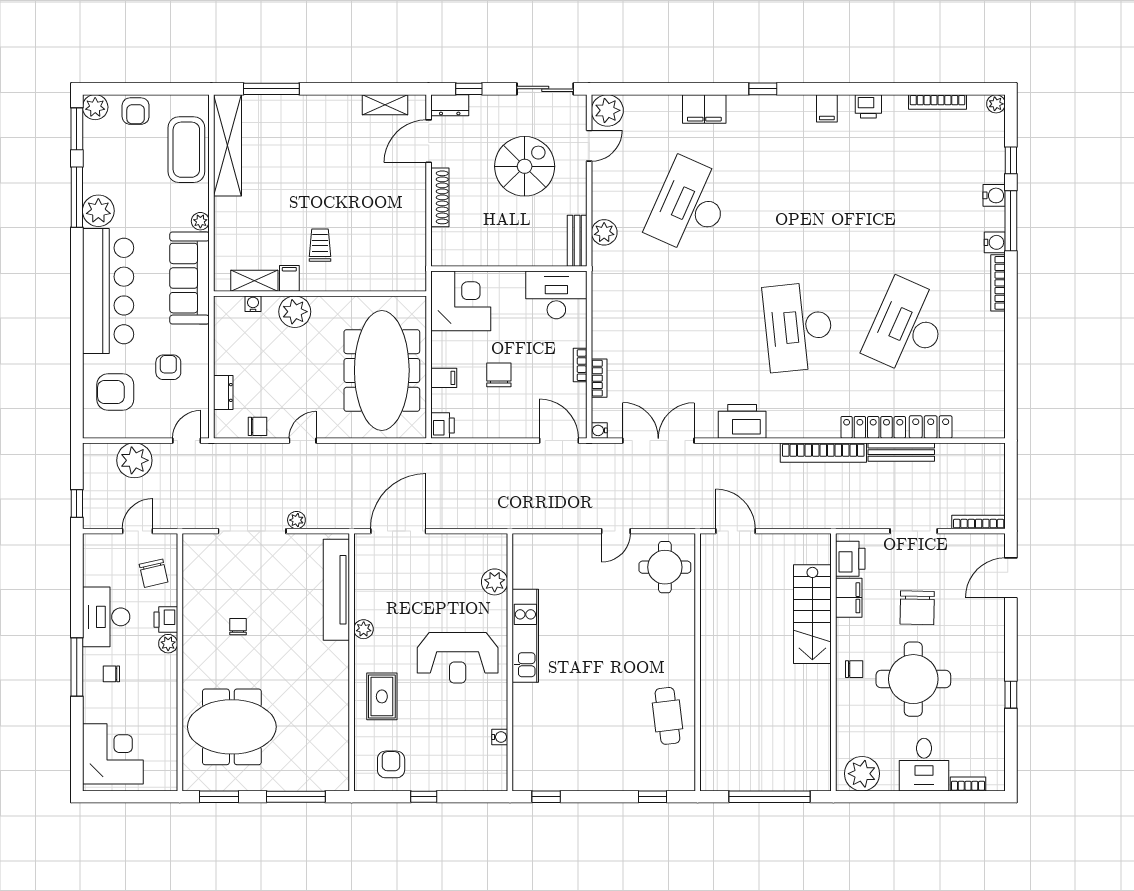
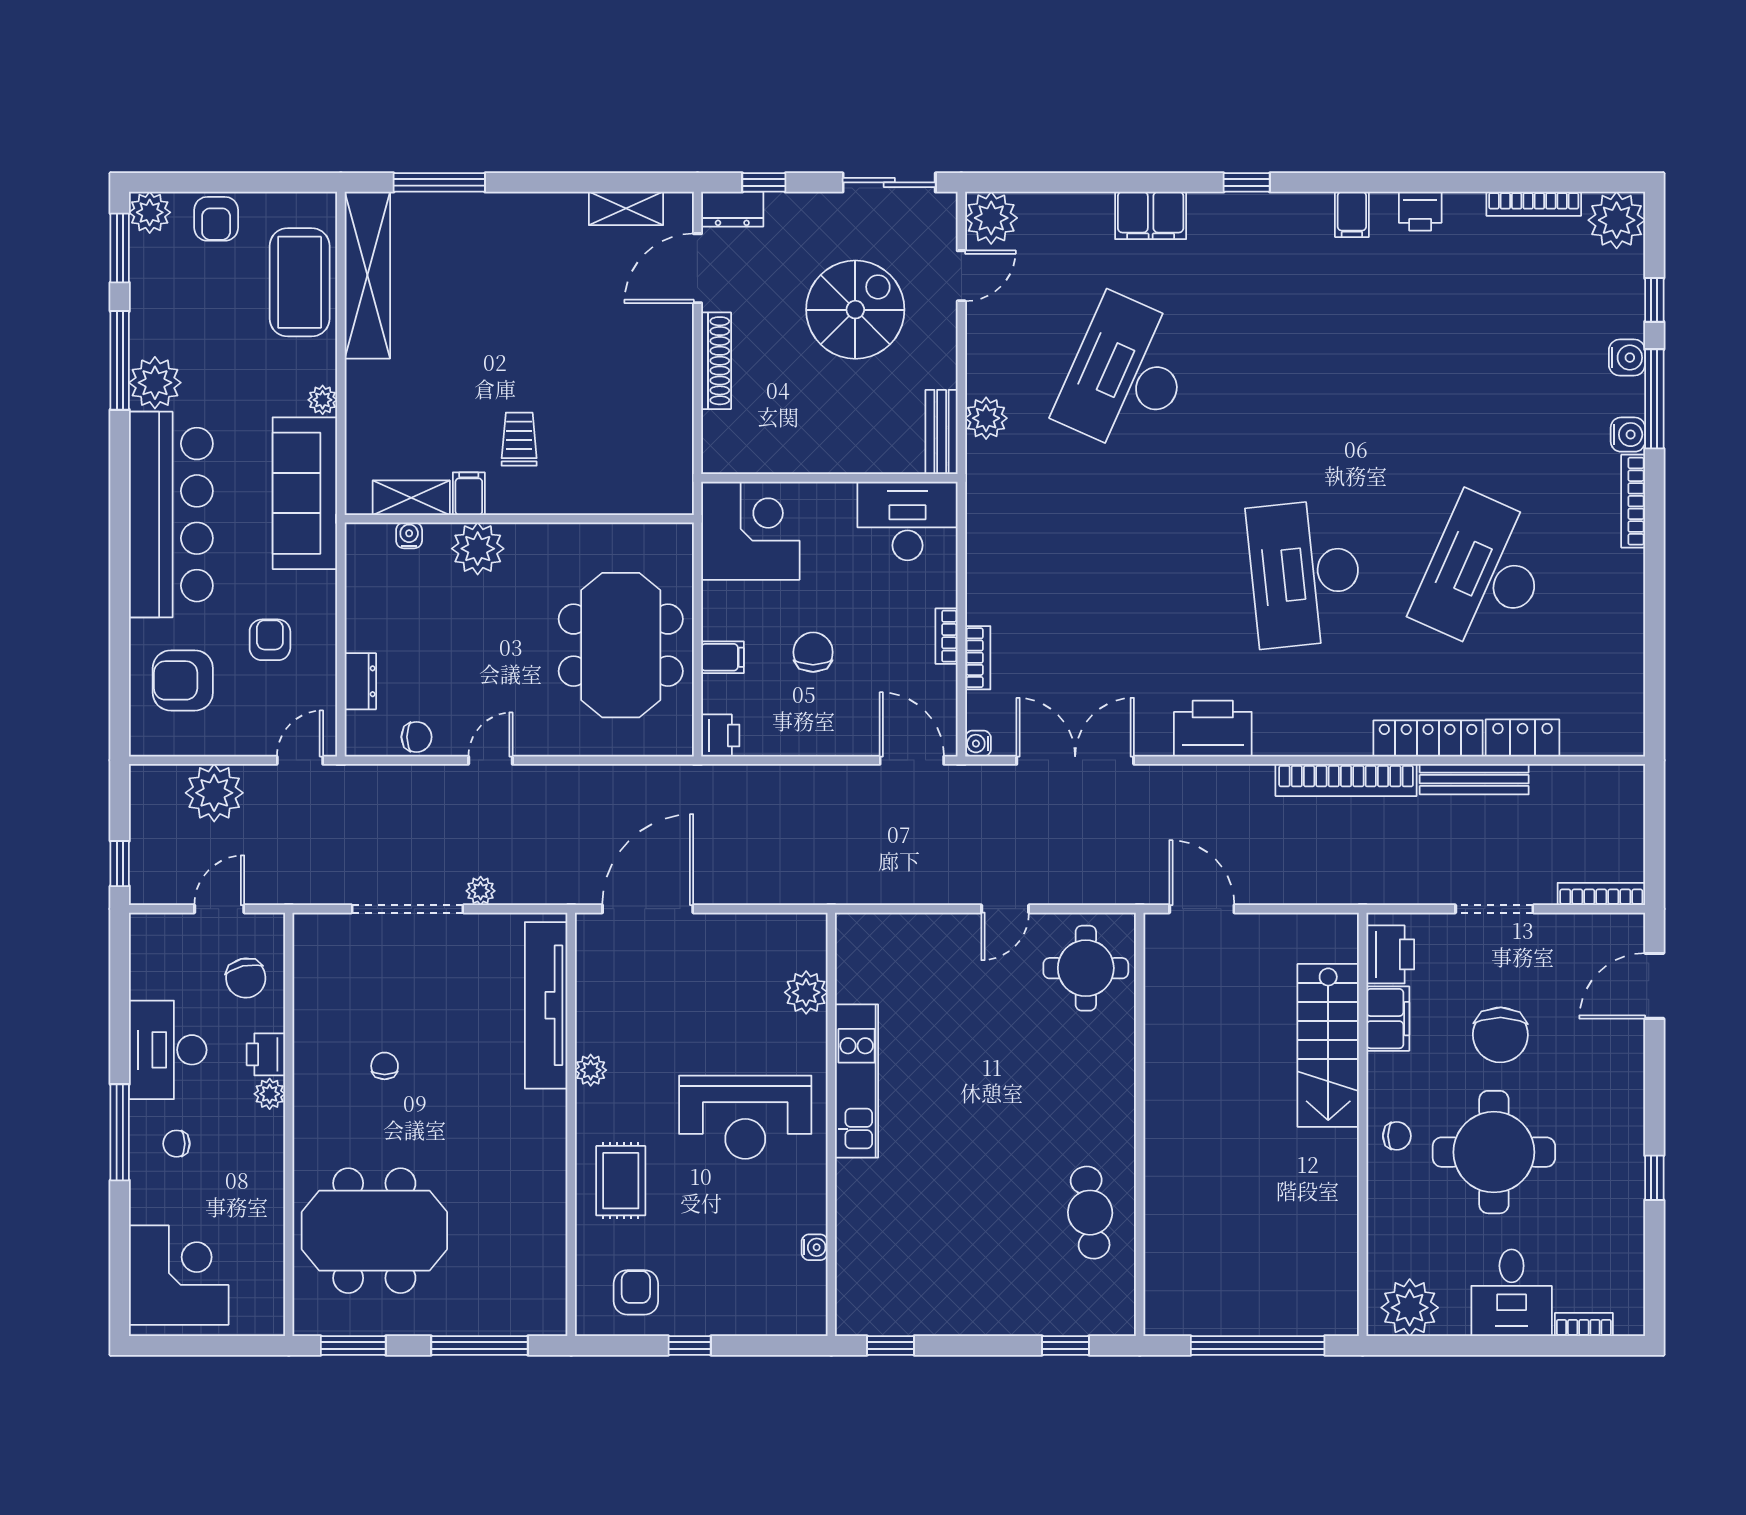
plant: (996, 104) -> (1617, 220), width x1.88, depth x1.88
meeting table: (382, 370) -> (621, 645), width x0.73

